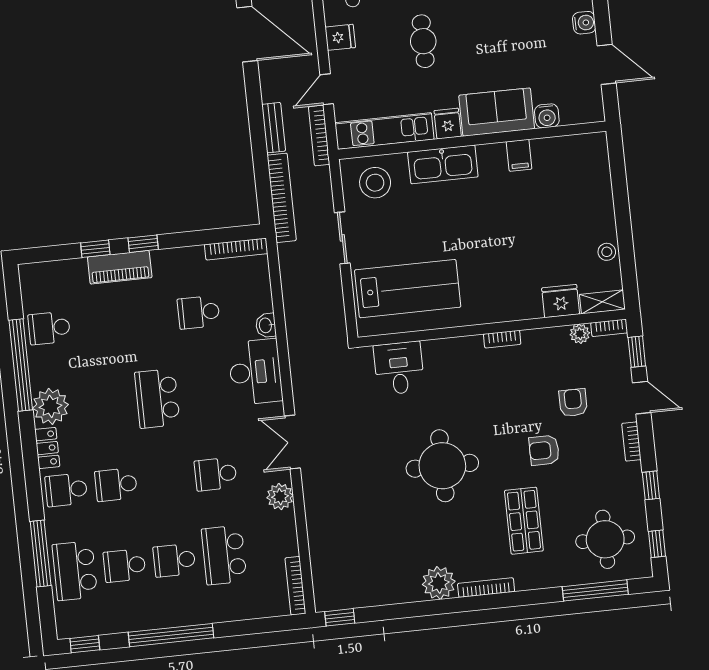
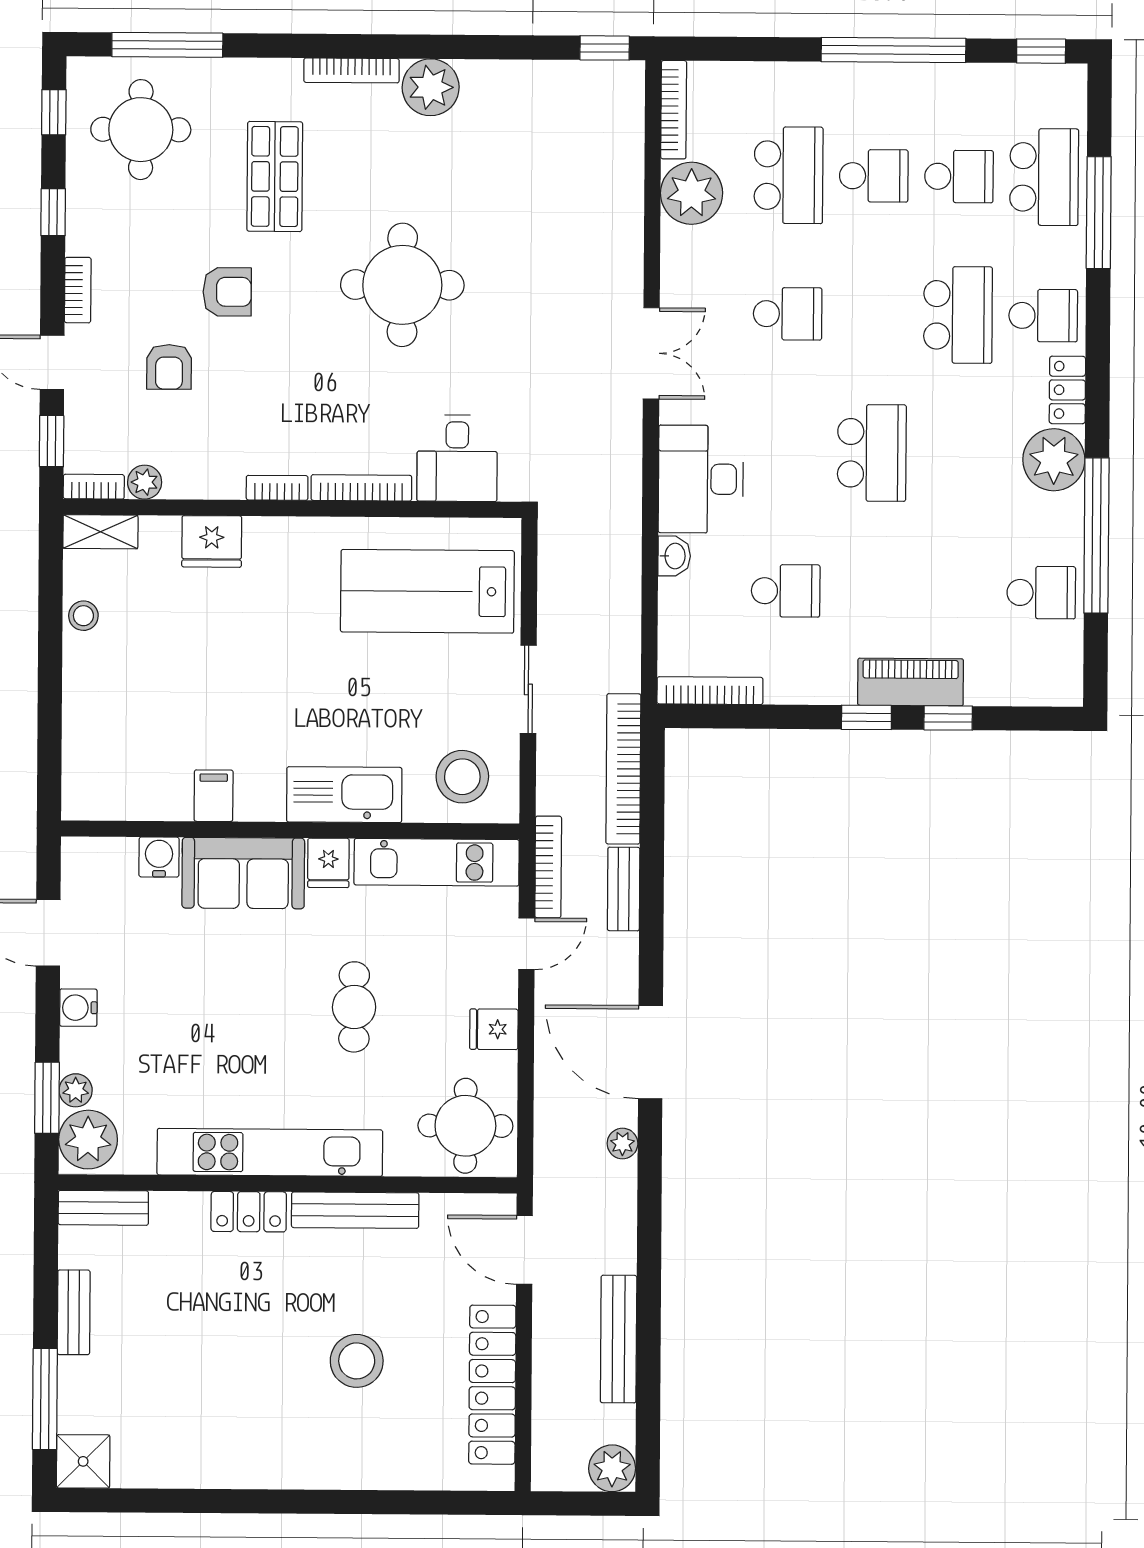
fridge: (561, 301) -> (212, 541), moved
bookcase: (453, 345) -> (361, 488), added
school desk: (116, 485) -> (958, 315), width x1.85
plant: (280, 497) -> (692, 193), moved, width x1.36, depth x1.36

